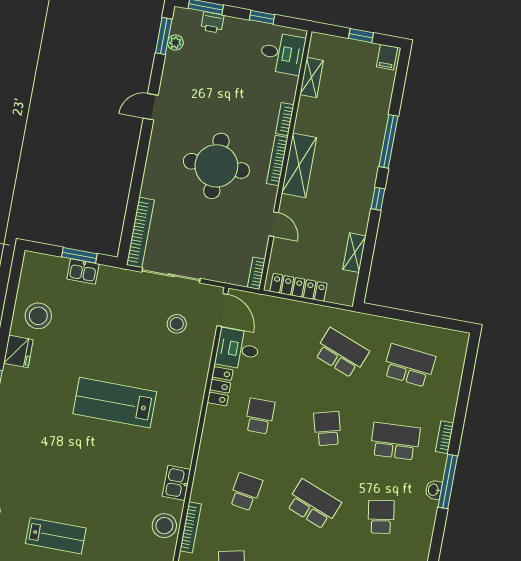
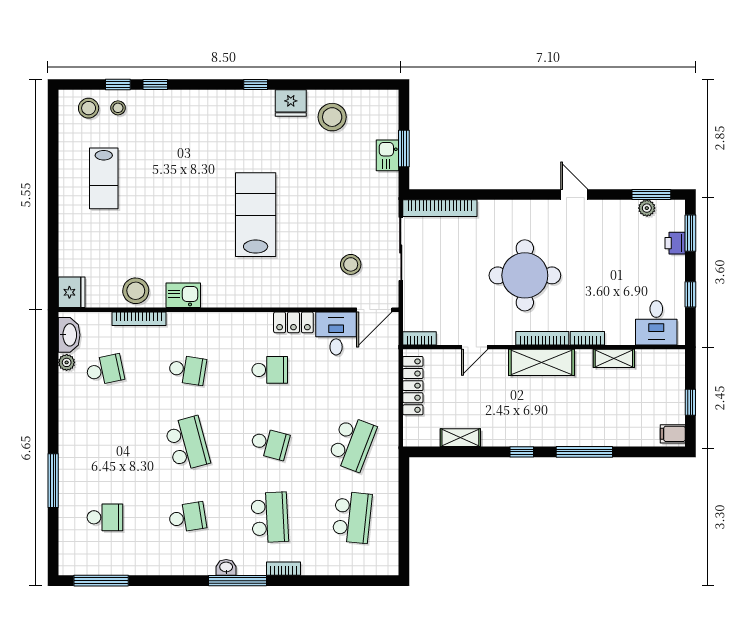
shelving: (312, 78) -> (614, 358), moved
school desk: (327, 429) -> (270, 444), turned 30
school desk: (313, 504) -> (187, 444), turned -36

